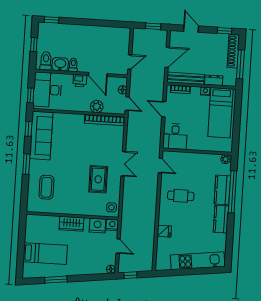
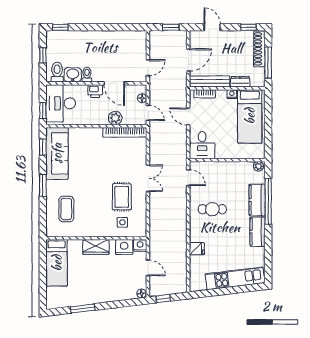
side table: (112, 207) -> (122, 222), moved
bed: (45, 254) -> (57, 263), moved, turned 90

